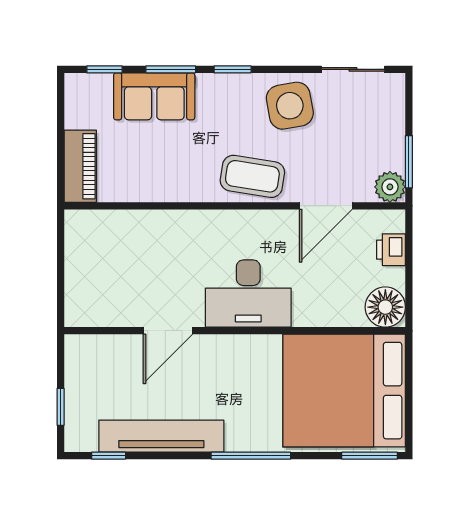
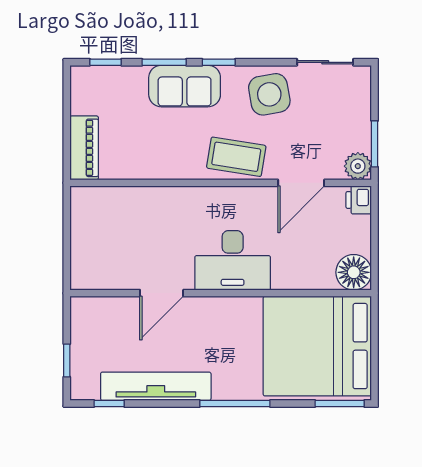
sofa: (154, 96) -> (185, 86), moved
printer: (391, 250) -> (359, 200), moved

